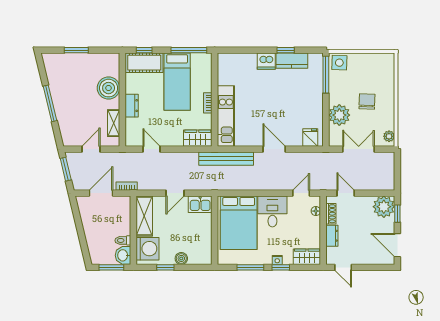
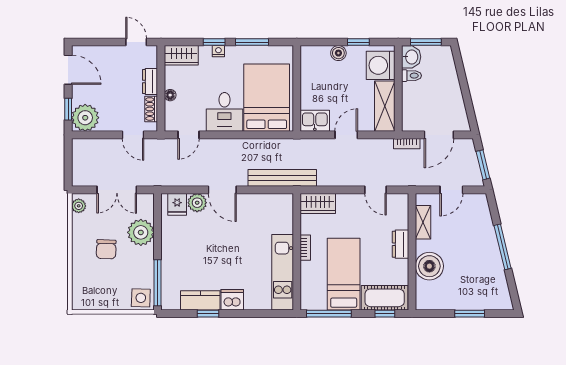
kitchen unit: (226, 116) -> (283, 272), moved
plant: (294, 139) -> (197, 203), added
floor lamp: (316, 211) -> (170, 95), moved

